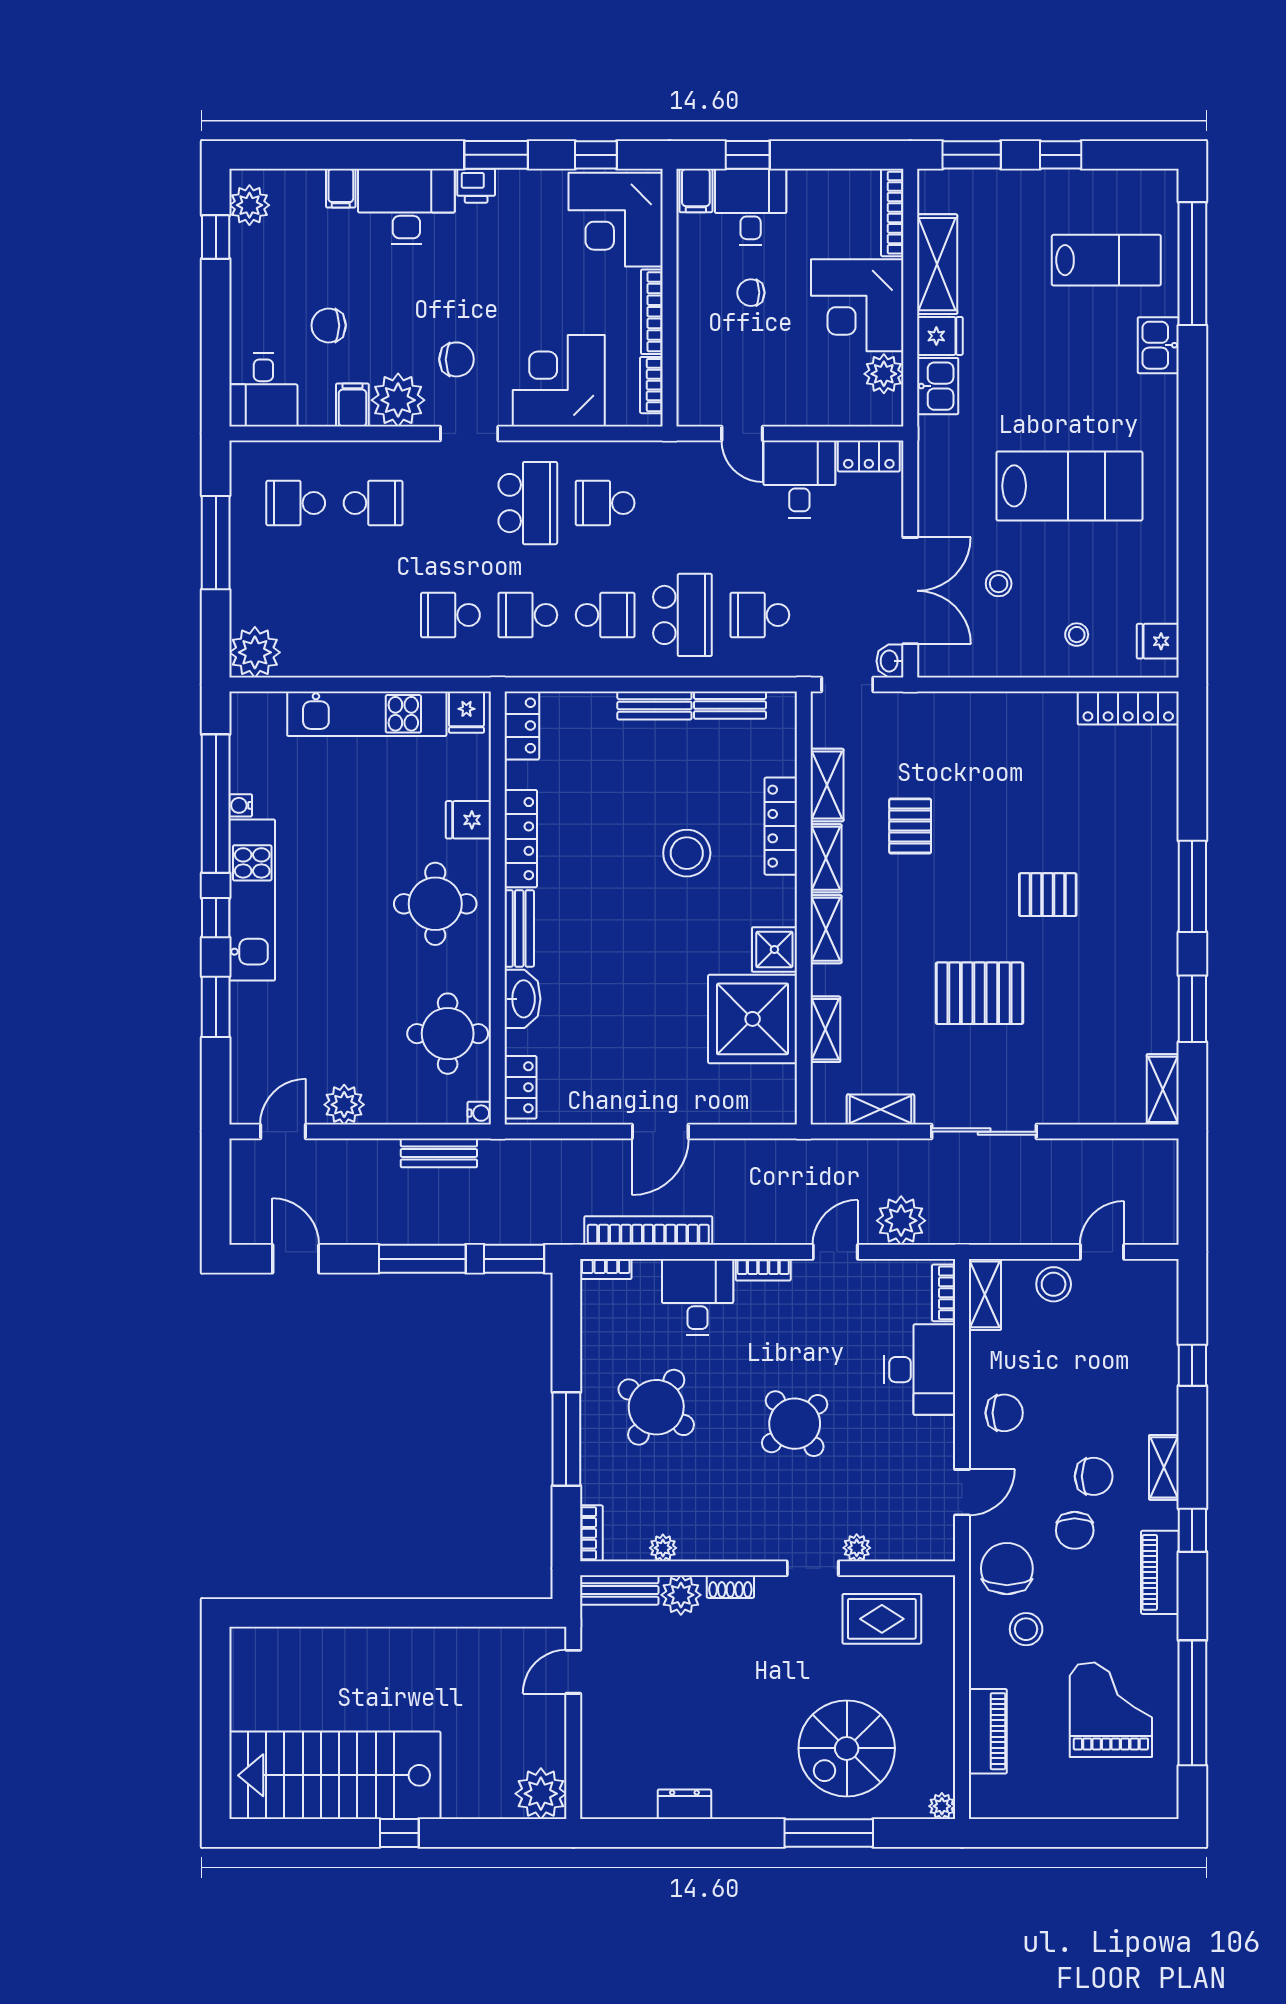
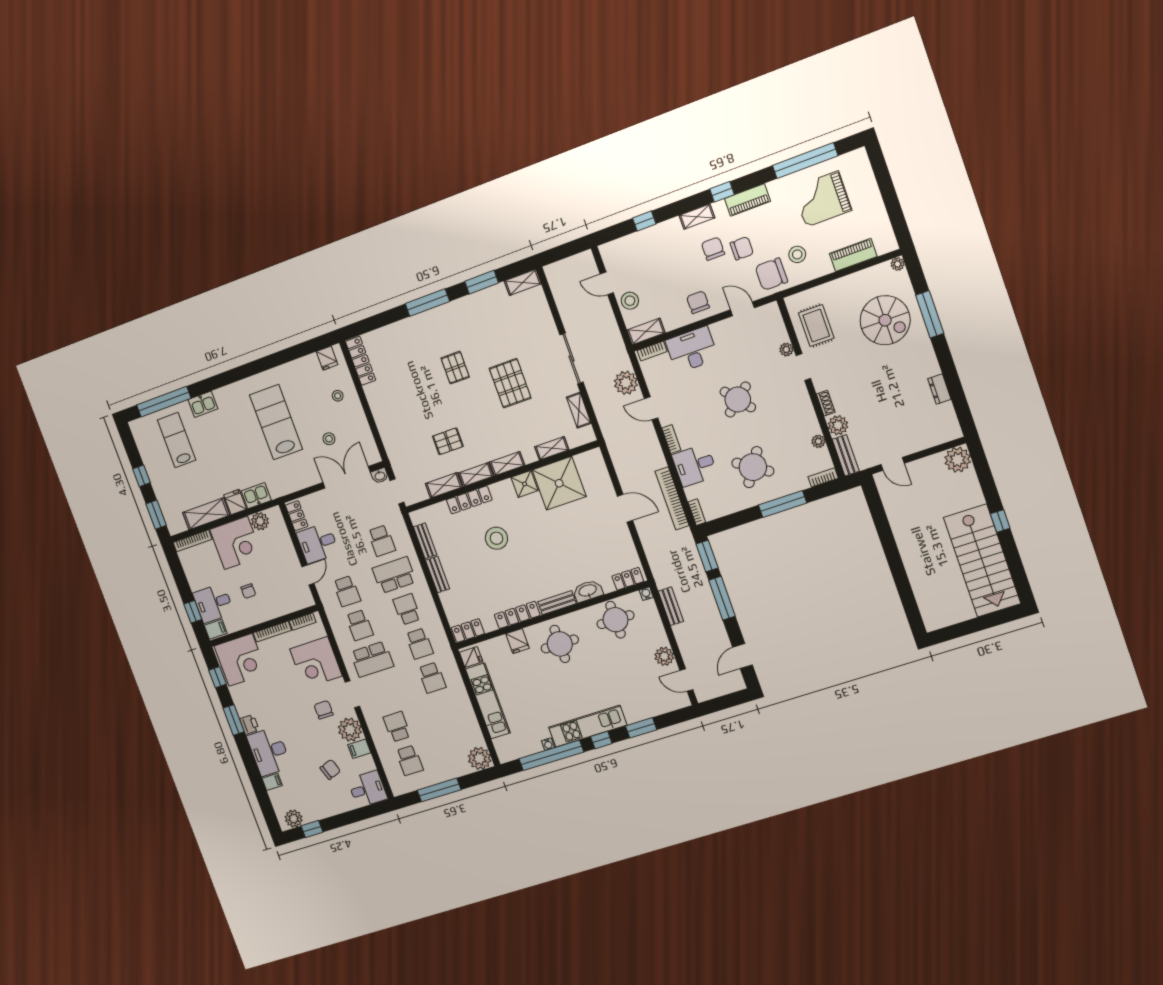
chair: (329, 325) -> (330, 769), turned -109
school desk: (528, 503) -> (372, 659), turned 180
school desk: (682, 503) -> (347, 591), added

